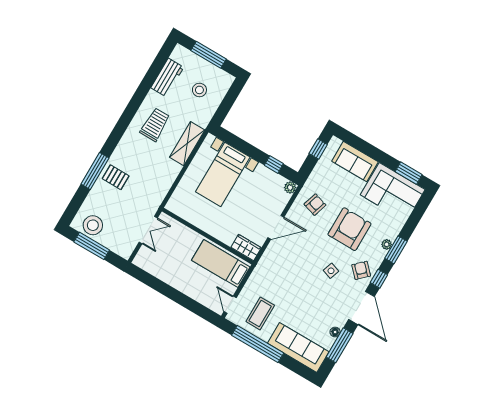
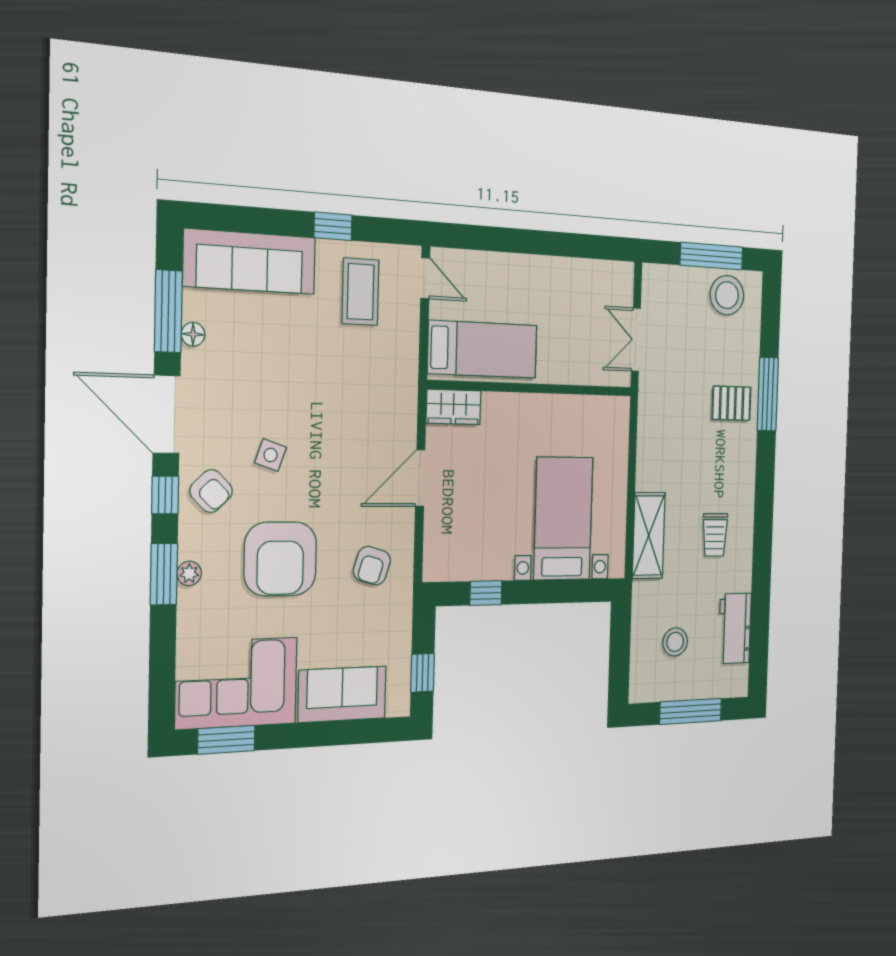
trolley: (155, 125) -> (715, 535), width x0.73, depth x0.72
plant: (290, 188) -> (434, 569), removed
window: (258, 344) -> (333, 226), width x0.32

